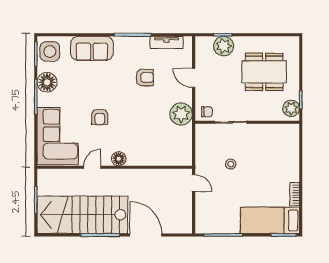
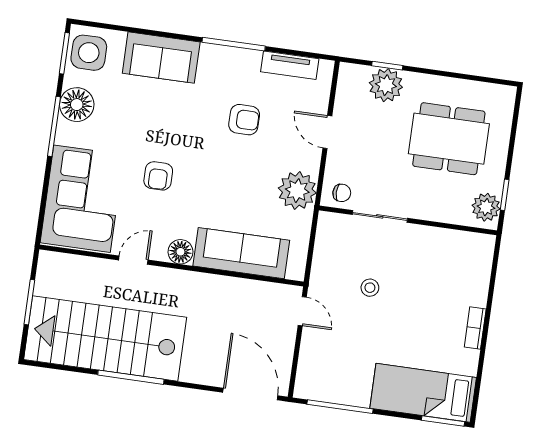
sofa: (154, 155) -> (241, 253), added
bookcase: (295, 194) -> (475, 328), moved
door: (146, 235) -> (250, 394), moved

